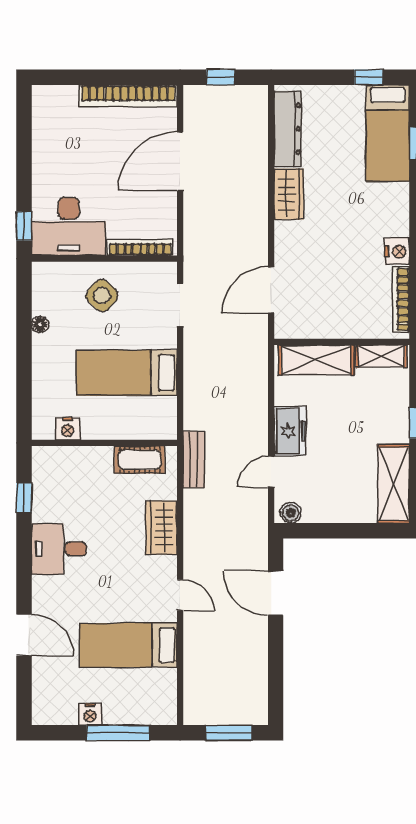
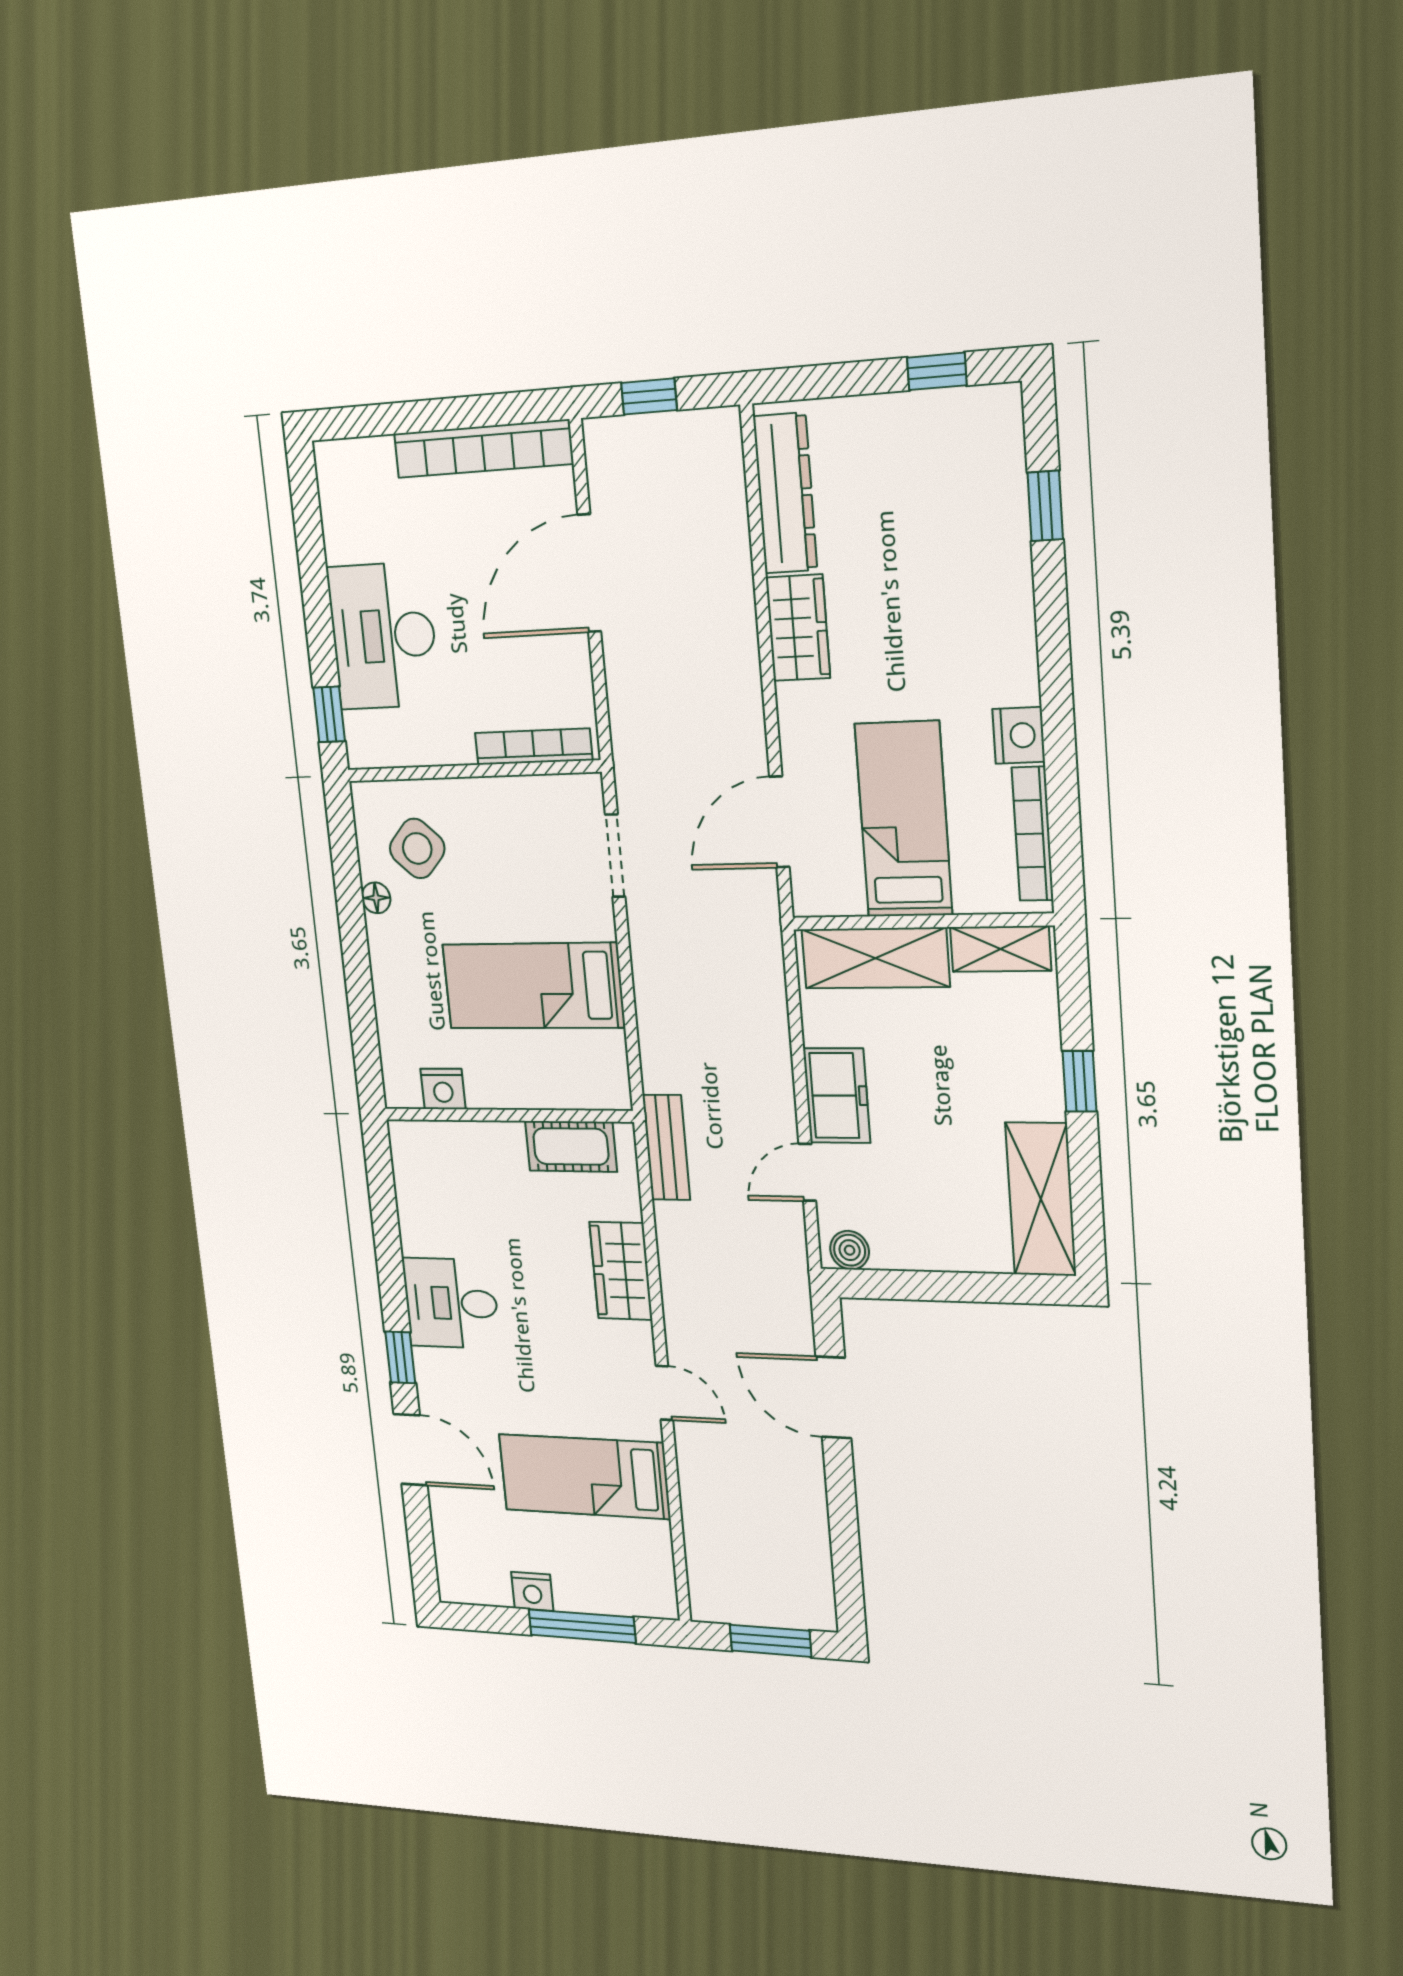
bed: (388, 133) -> (904, 819), moved, turned 180
desk: (69, 226) -> (383, 636), moved, turned 90
side table: (102, 295) -> (417, 848), moved
window: (24, 498) -> (400, 1357), moved

